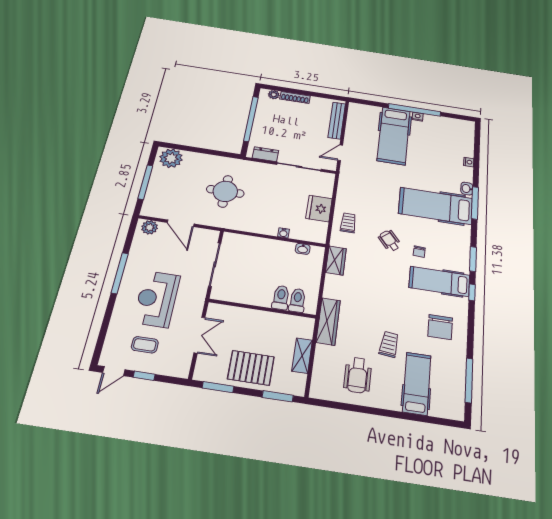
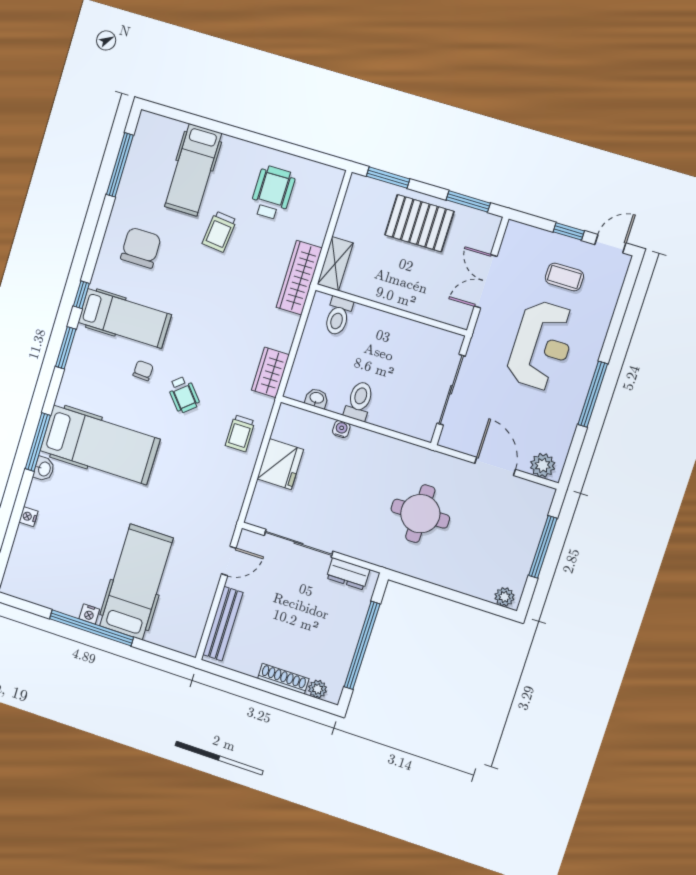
plant: (171, 158) -> (504, 597), width x0.53, depth x0.53
toilet: (281, 298) -> (359, 401), moved, turned 180
shelving: (302, 356) -> (335, 264), moved

